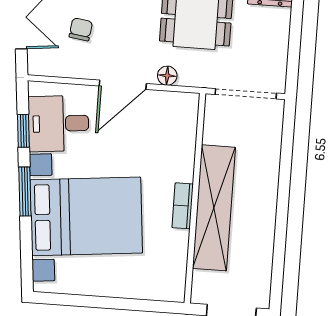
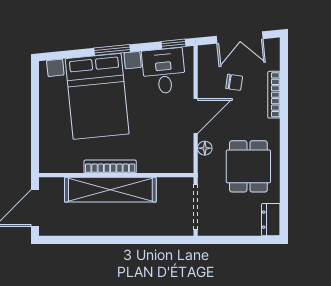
door: (123, 85) -> (196, 116), swing flipped
window: (23, 131) -> (174, 44), moved
bookcase: (183, 206) -> (110, 167), width x1.56

